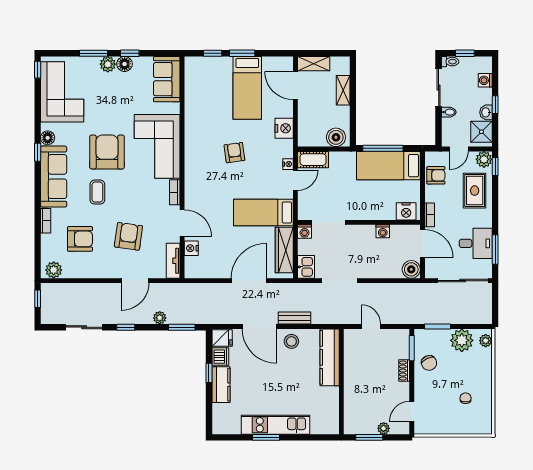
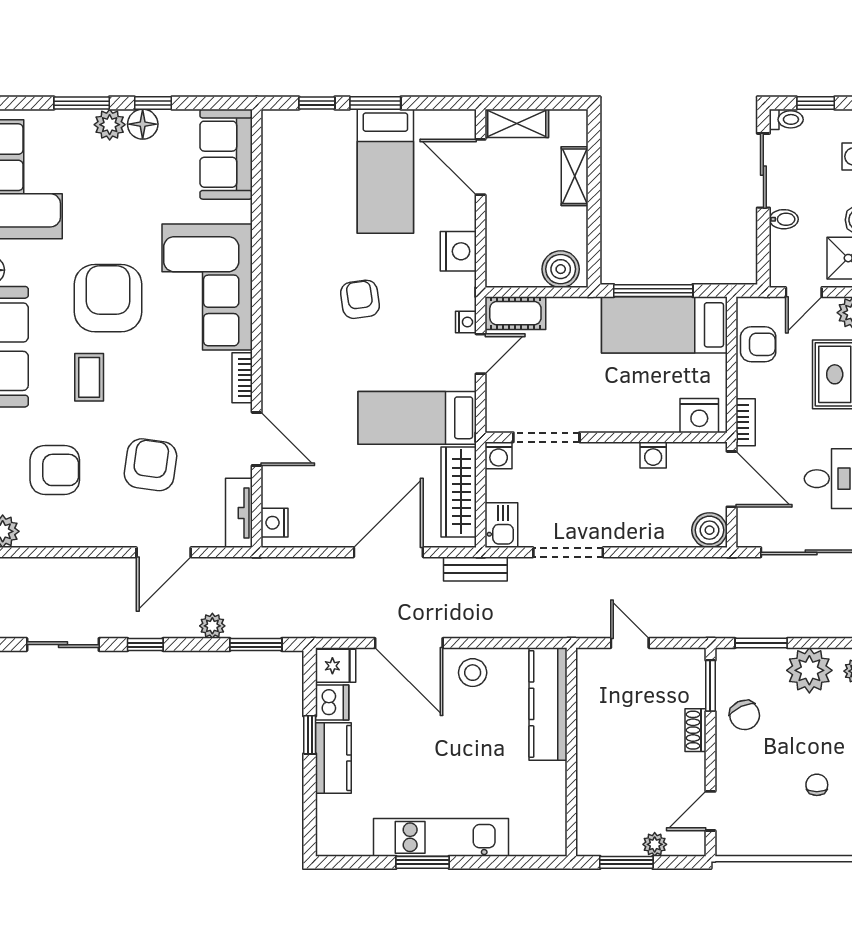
nightstand: (191, 248) -> (275, 523), moved
bench: (295, 318) -> (475, 569), moved

